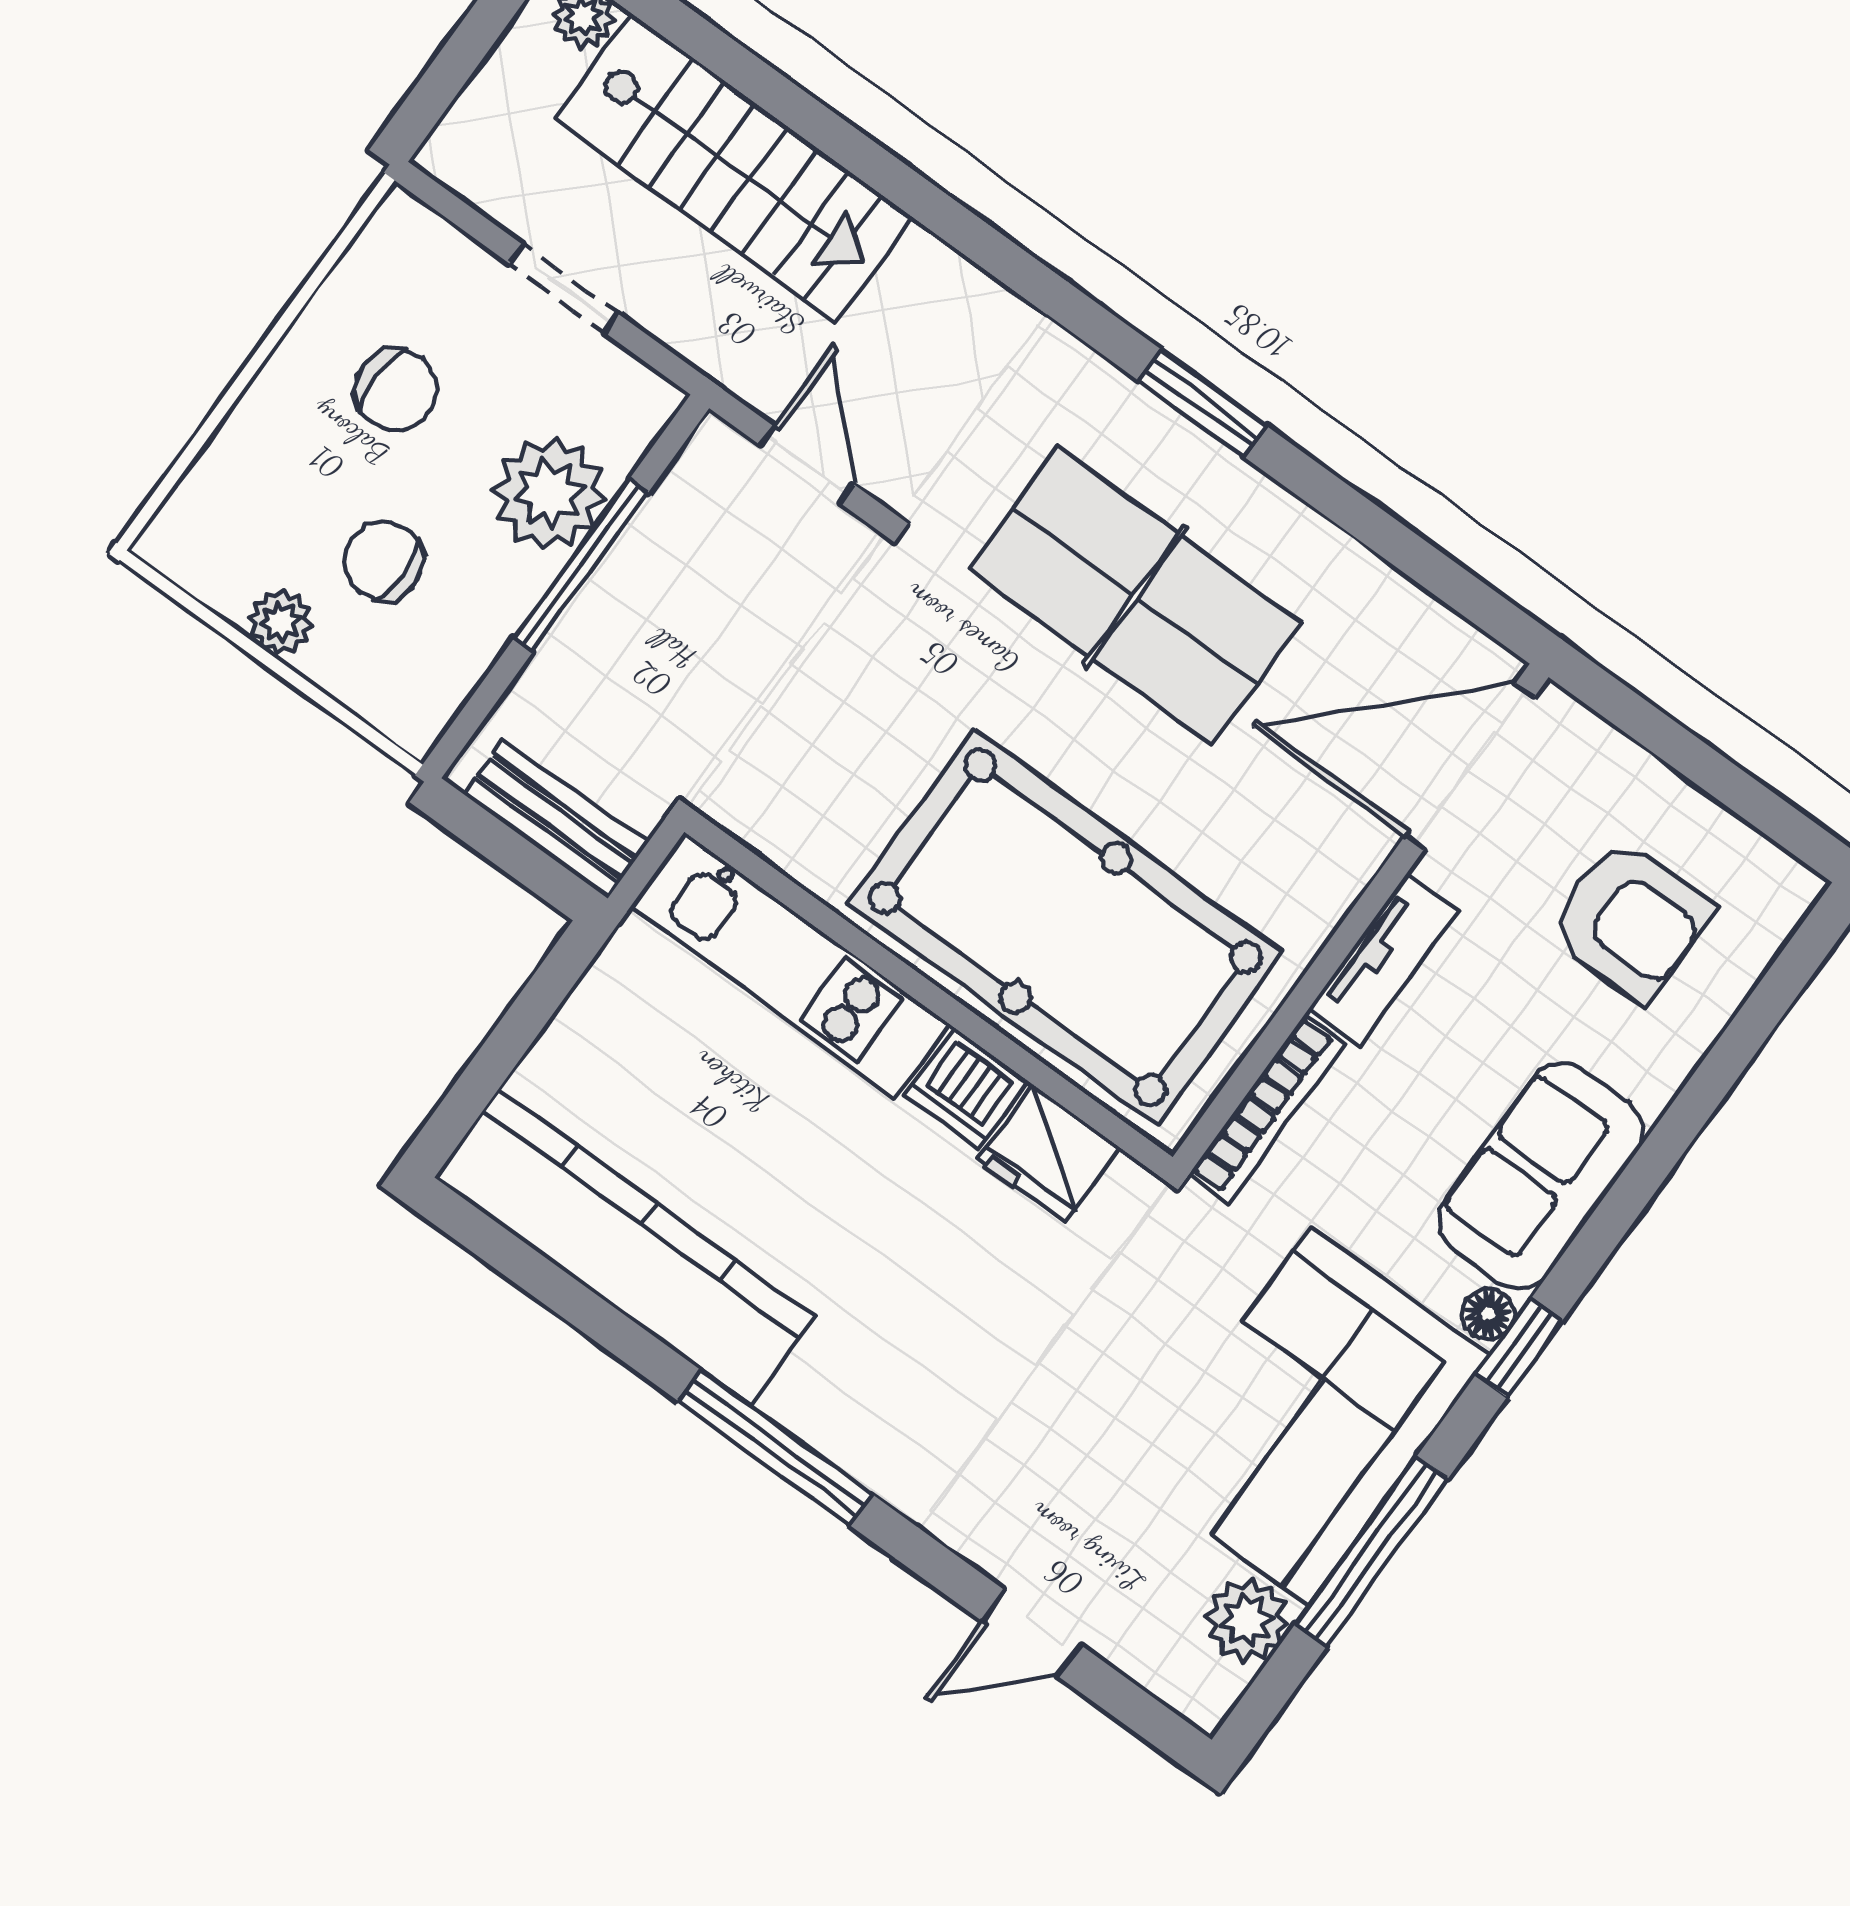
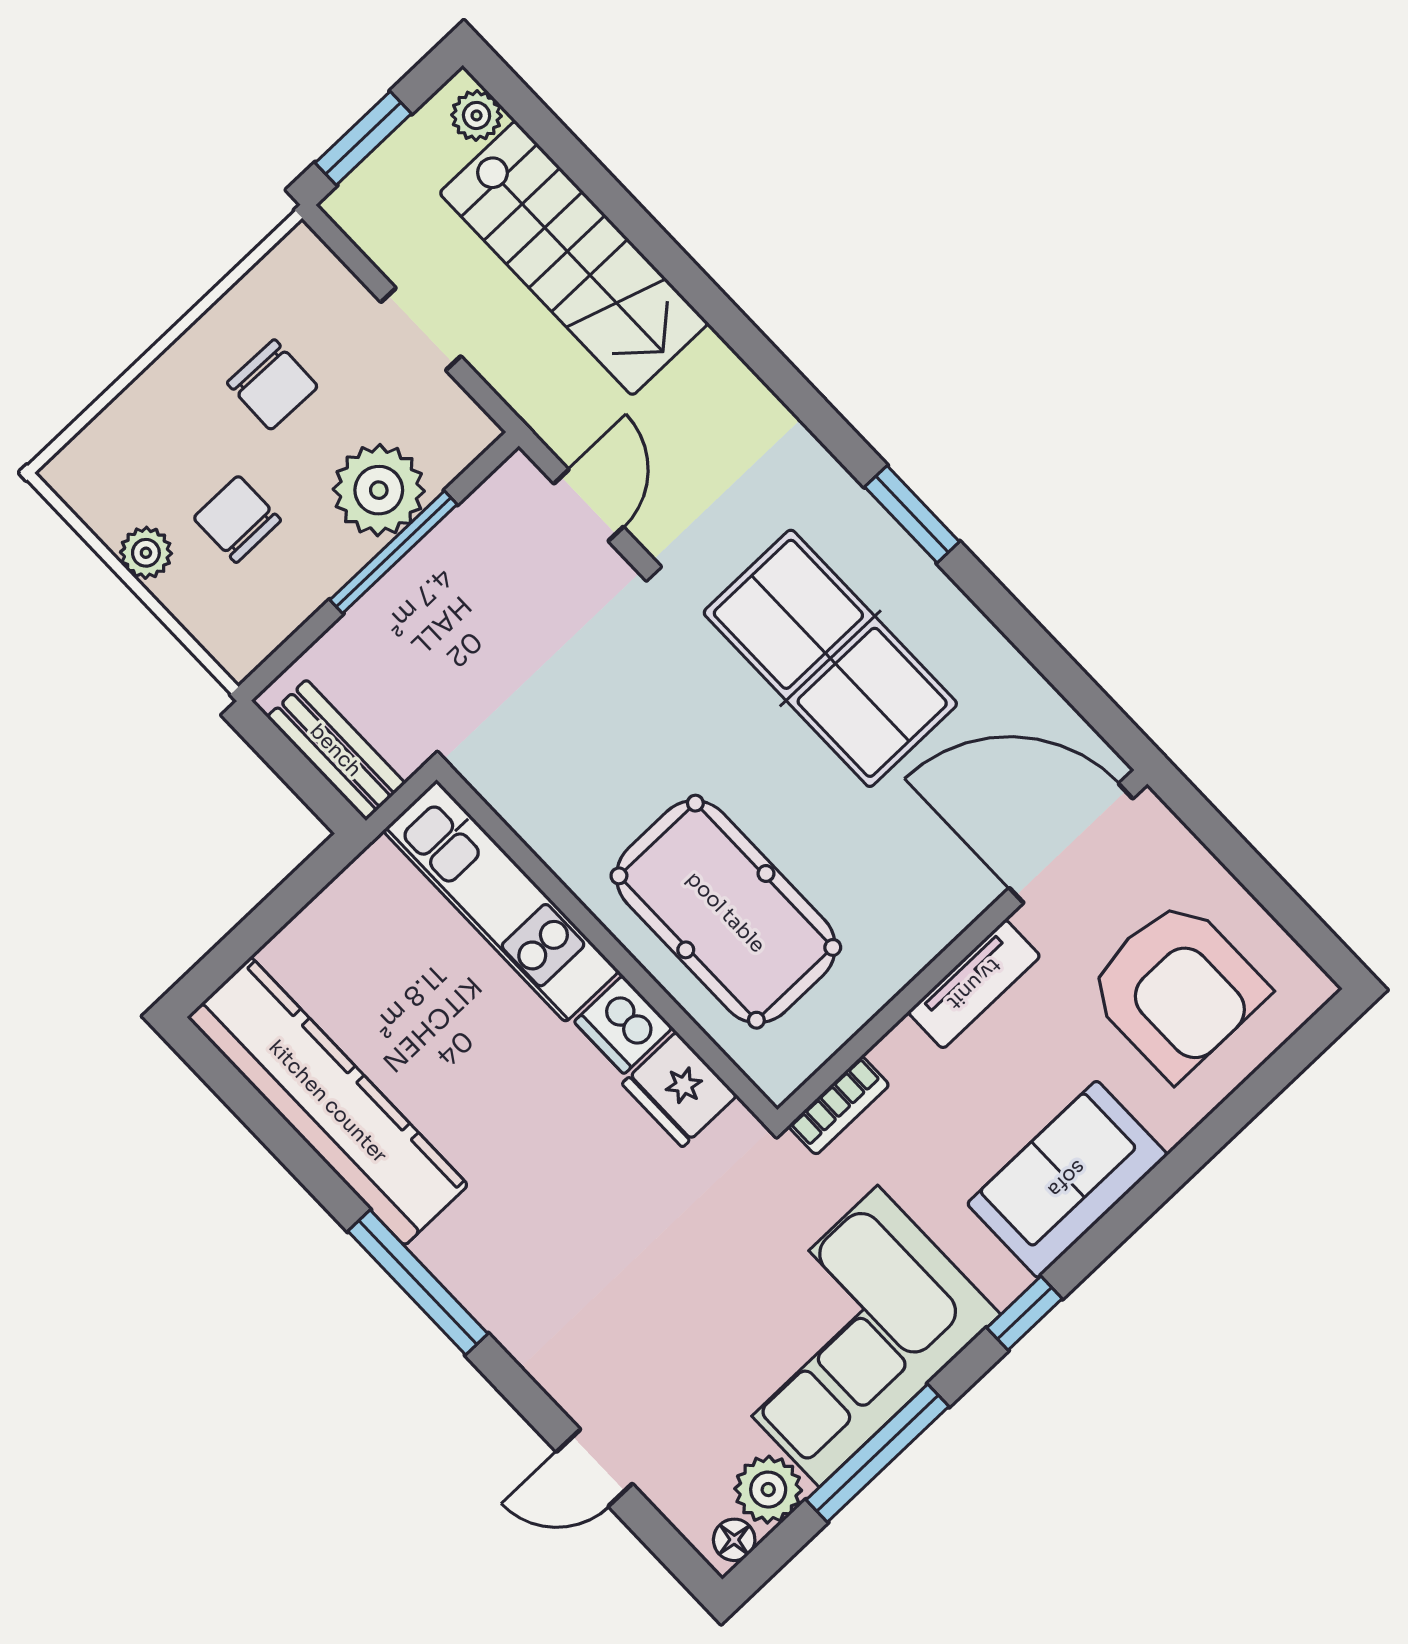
window: (451, 70) -> (363, 138), added
armchair: (1630, 920) -> (1176, 989), width x1.36, depth x1.36
pool table: (1065, 928) -> (726, 912), width x0.73, depth x0.76
bookcase: (1267, 1109) -> (839, 1106), width x0.64
floor lamp: (1488, 1314) -> (734, 1540), moved

